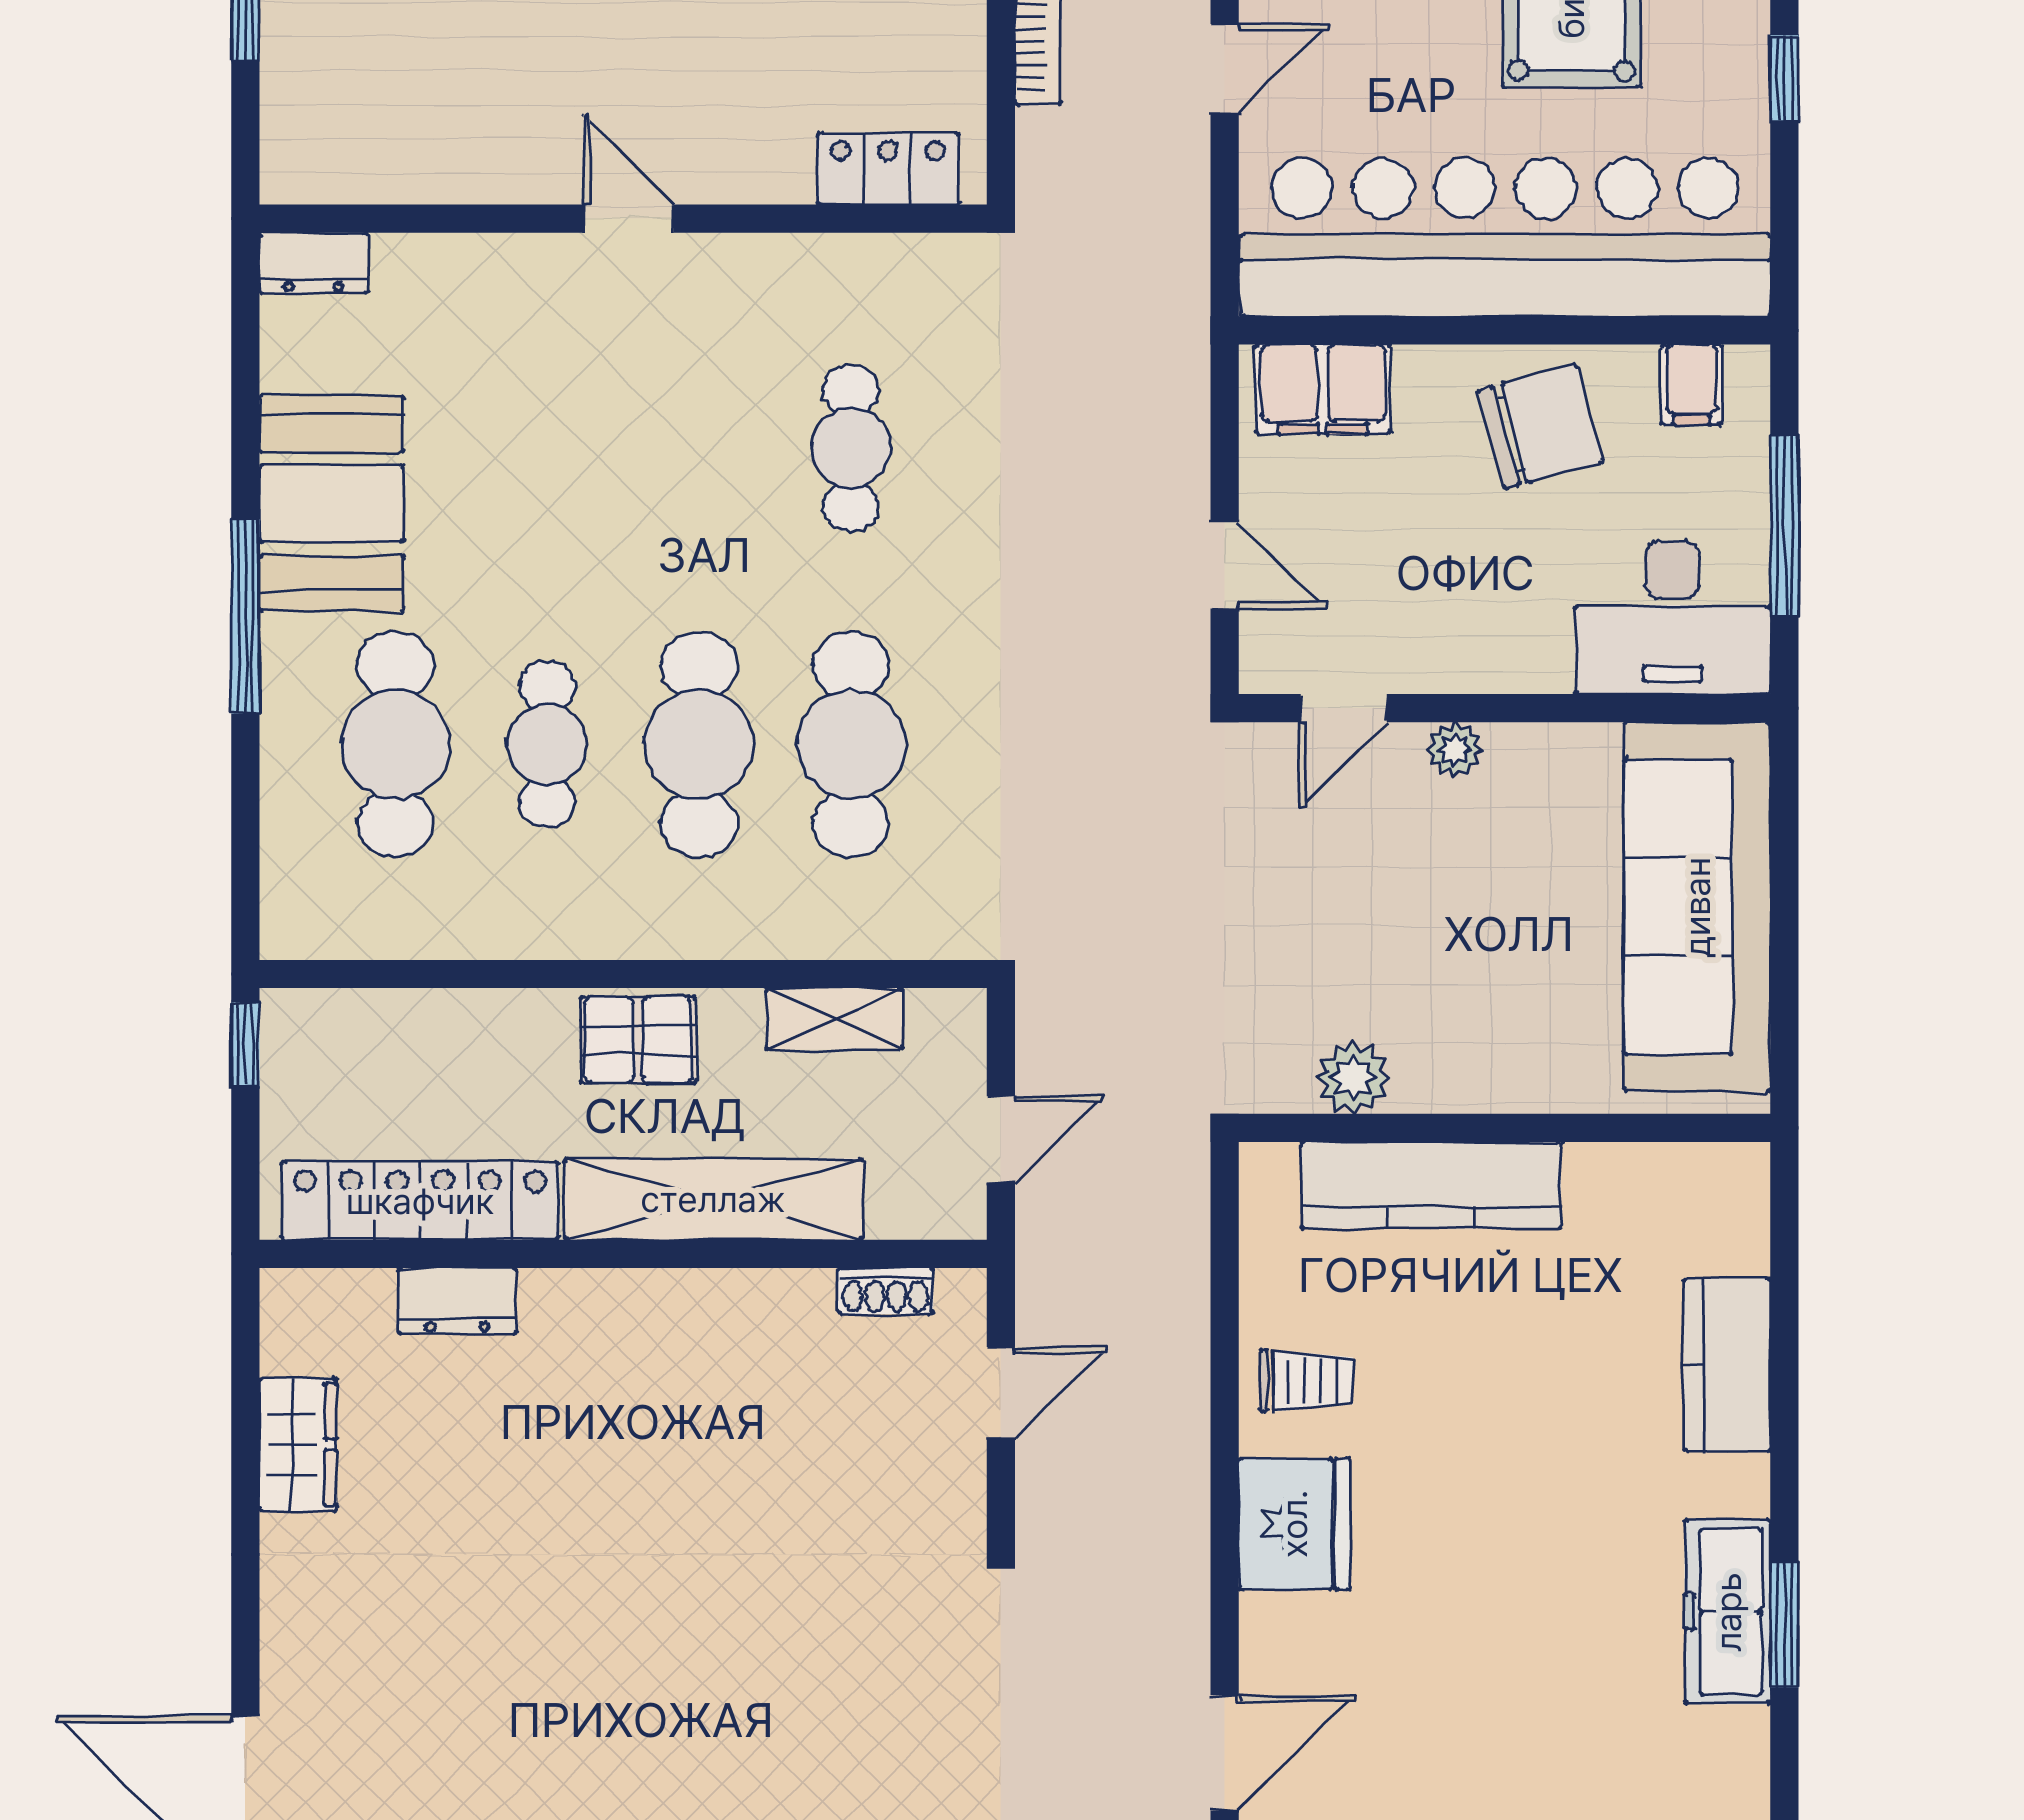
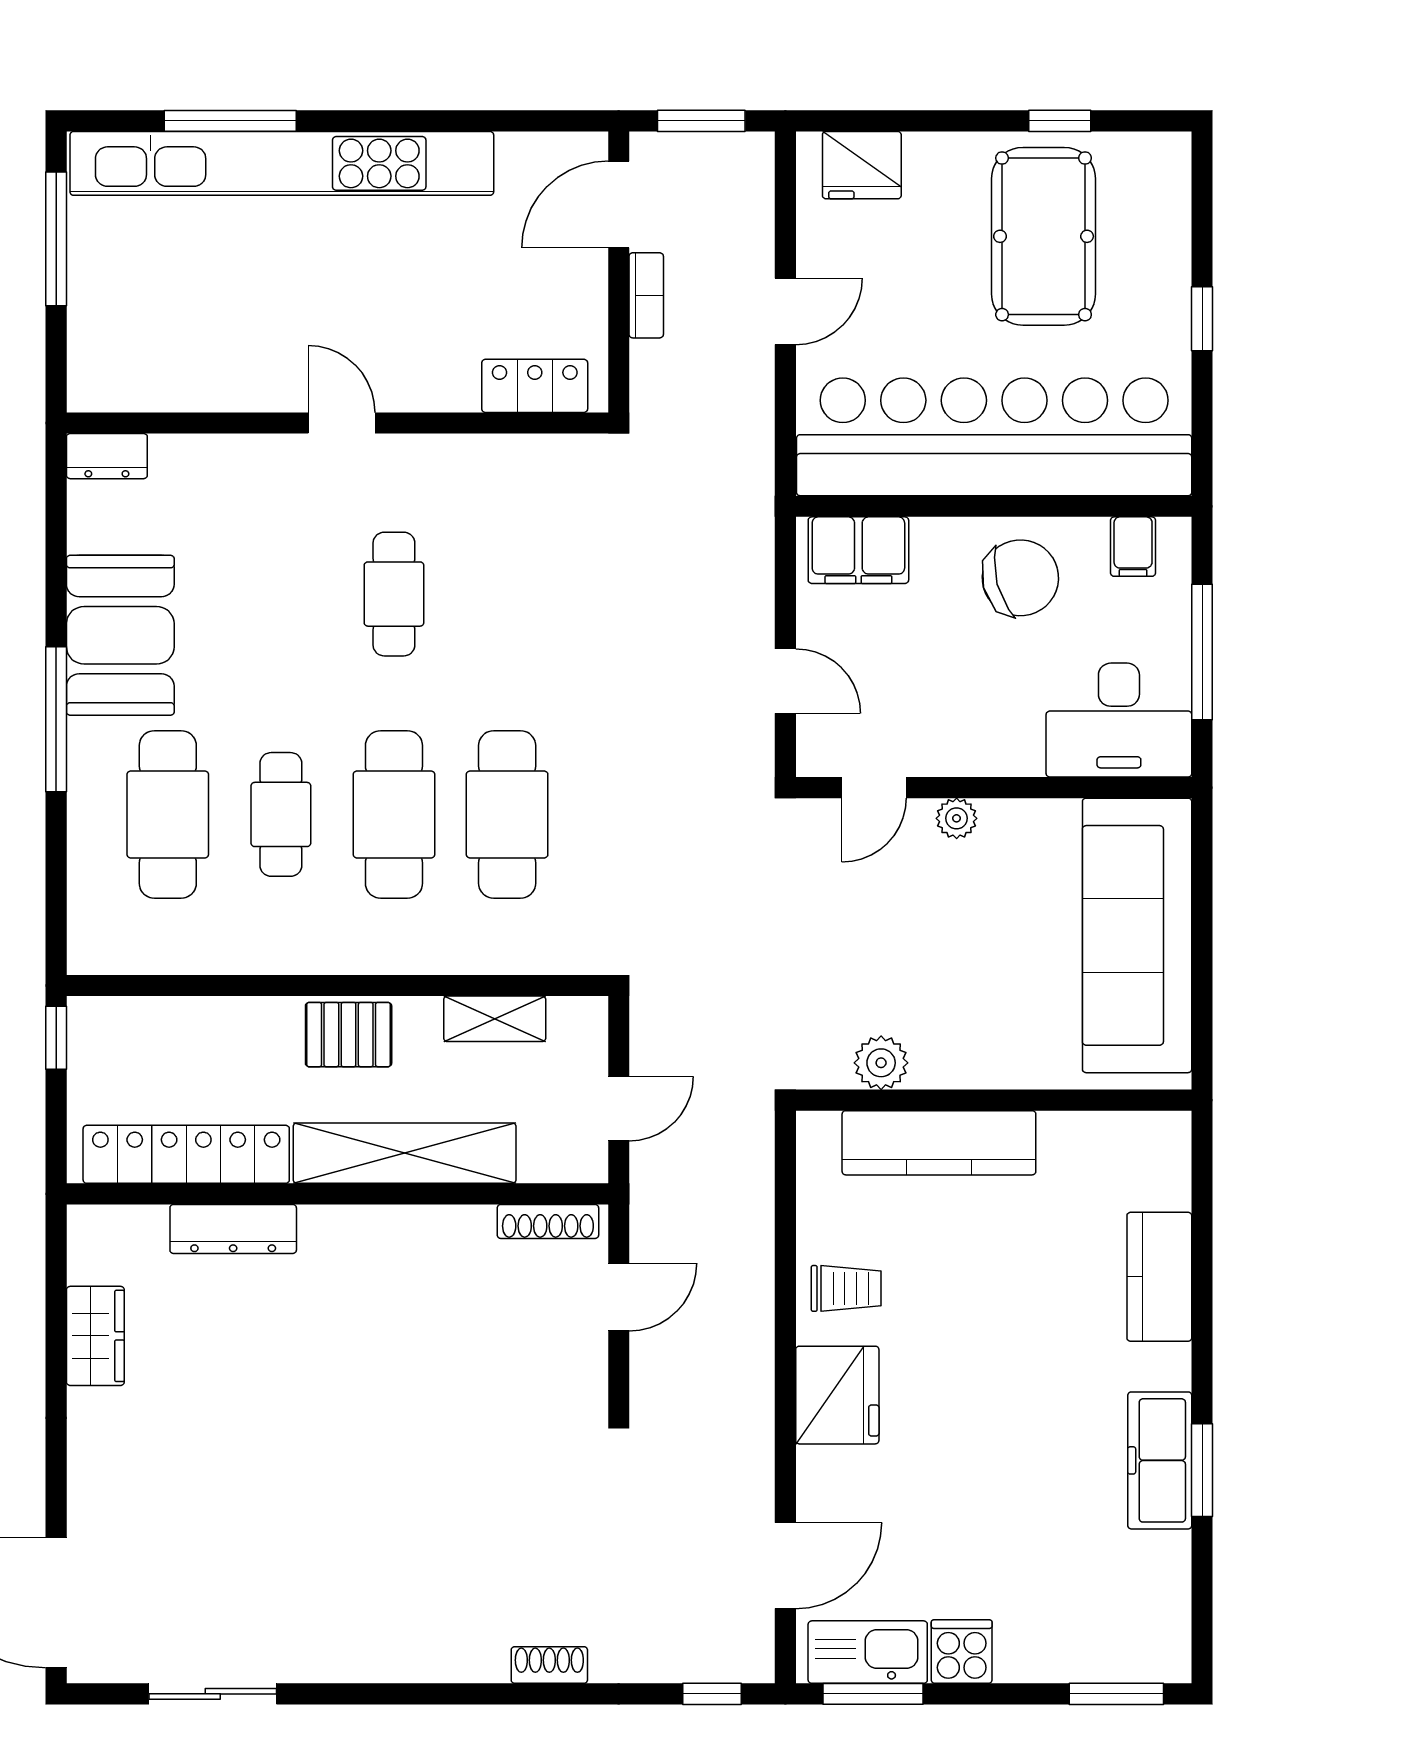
cafe table: (851, 448) -> (394, 594), moved
shoe rack: (886, 1291) -> (548, 1221), width x1.43
dresser: (457, 1301) -> (233, 1229), width x1.44

